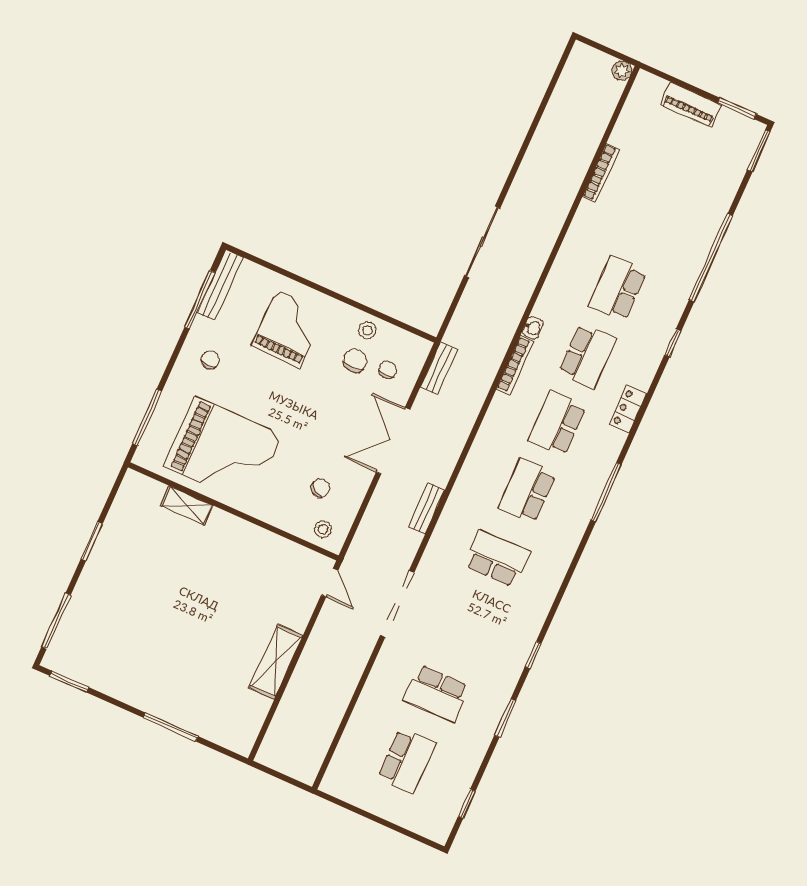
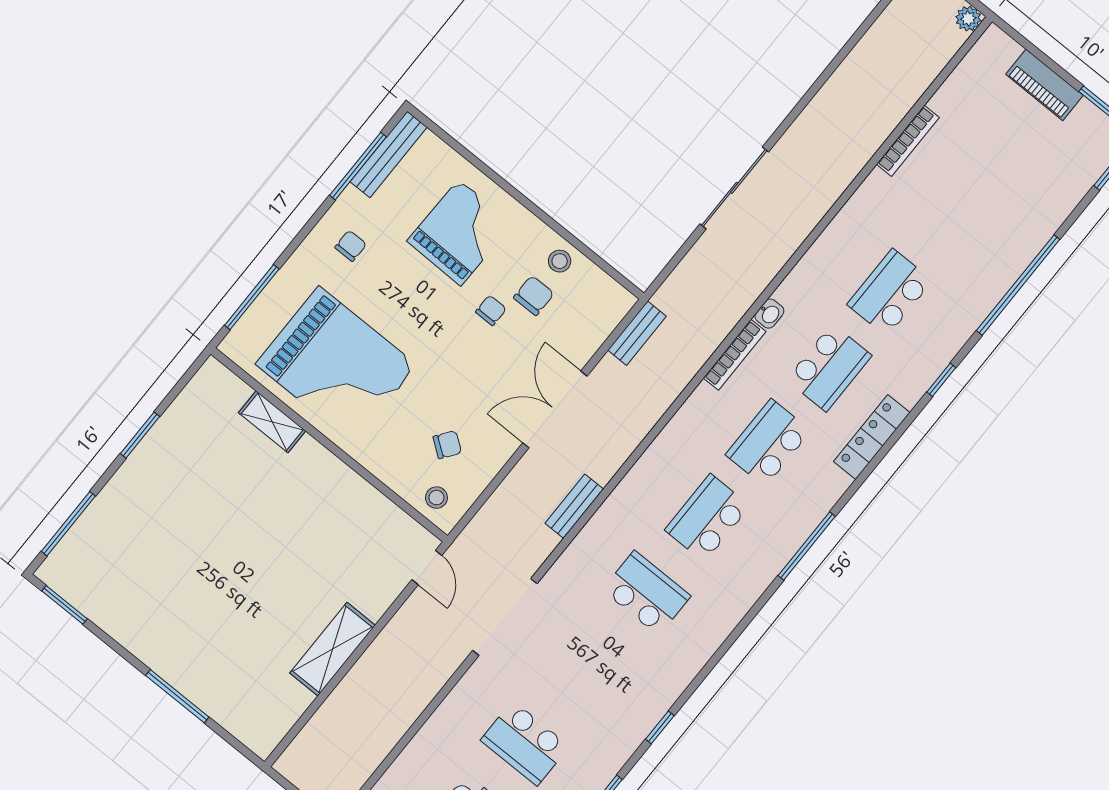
chair: (388, 370) -> (491, 310), moved
locker: (628, 409) -> (872, 437), width x1.53

